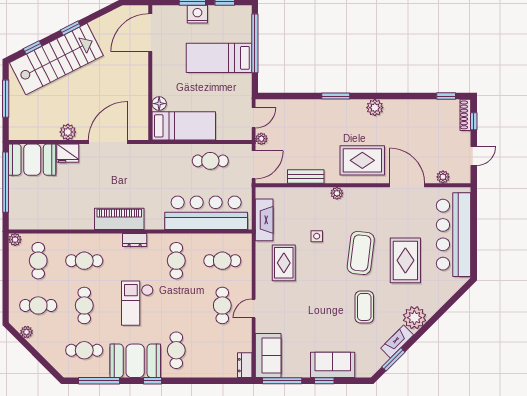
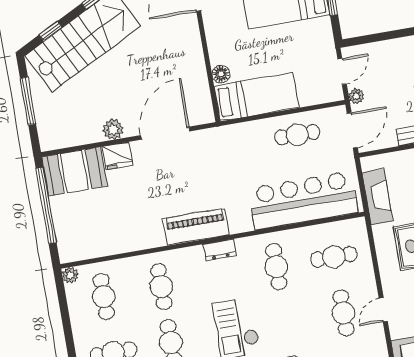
cafe table: (84, 261) -> (161, 287), turned 90

